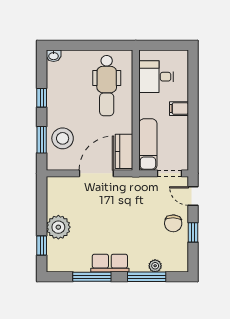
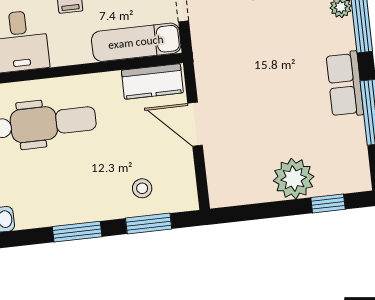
window: (42, 98) -> (77, 232), width x1.50
stool: (63, 138) -> (142, 188), width x0.53, depth x0.53
door: (96, 173) -> (195, 124), width x0.73

